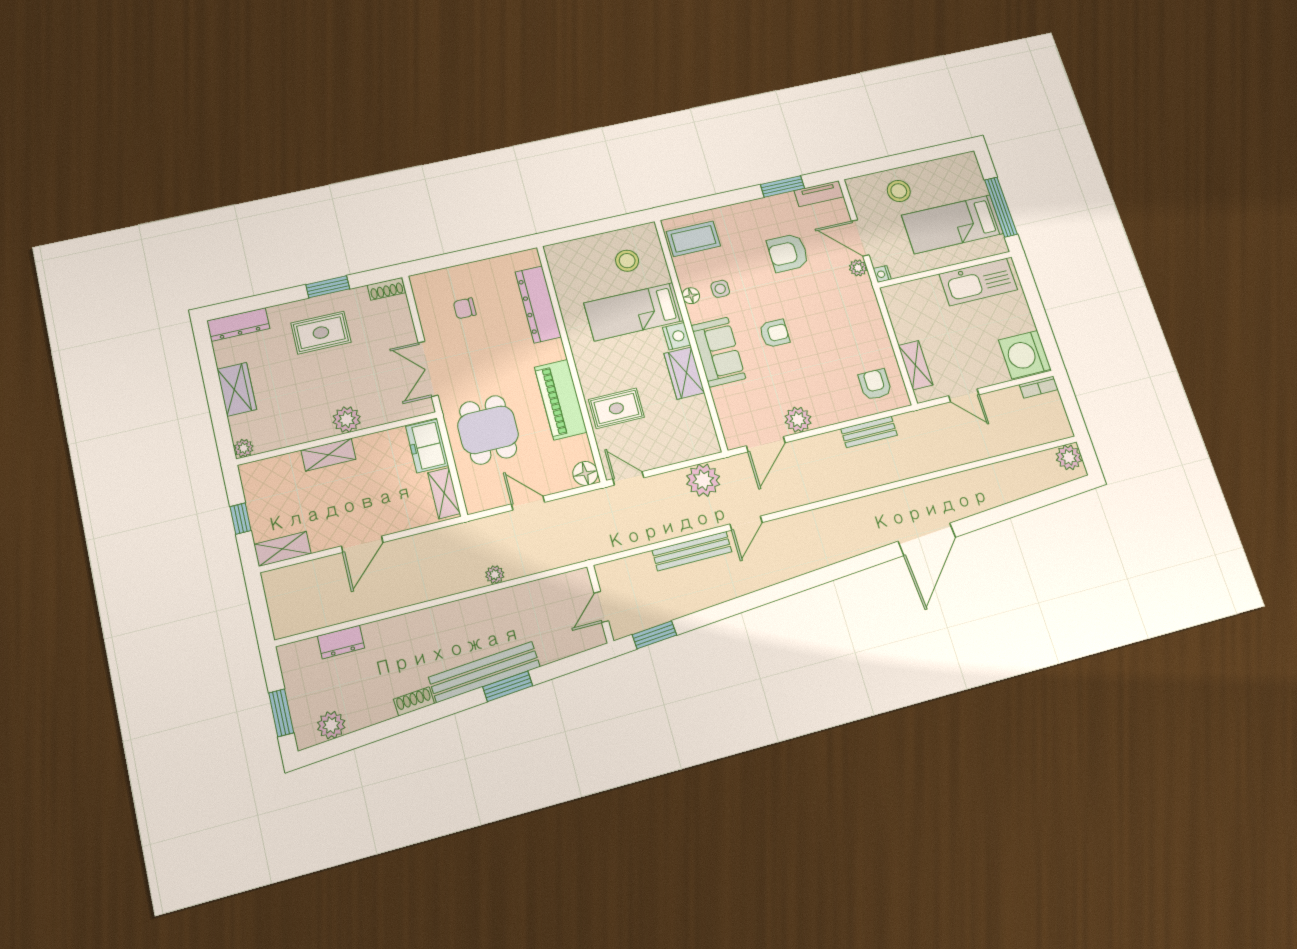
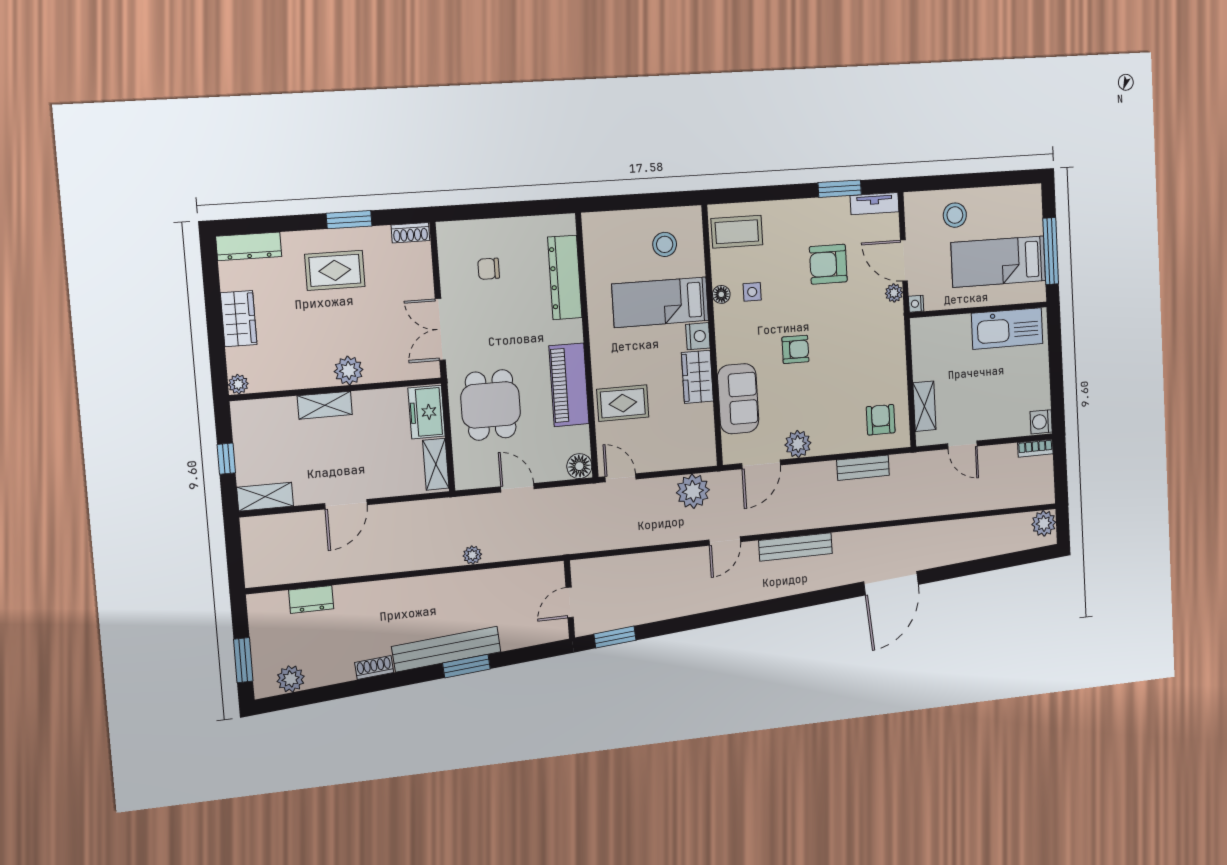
sofa: (718, 352) -> (738, 399), moved
washing machine: (1025, 355) -> (1041, 422), width x0.53, depth x0.53
bench: (692, 551) -> (796, 547), moved

